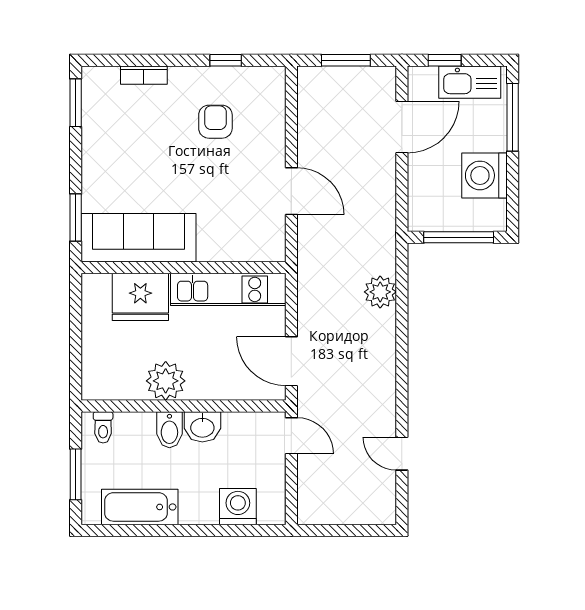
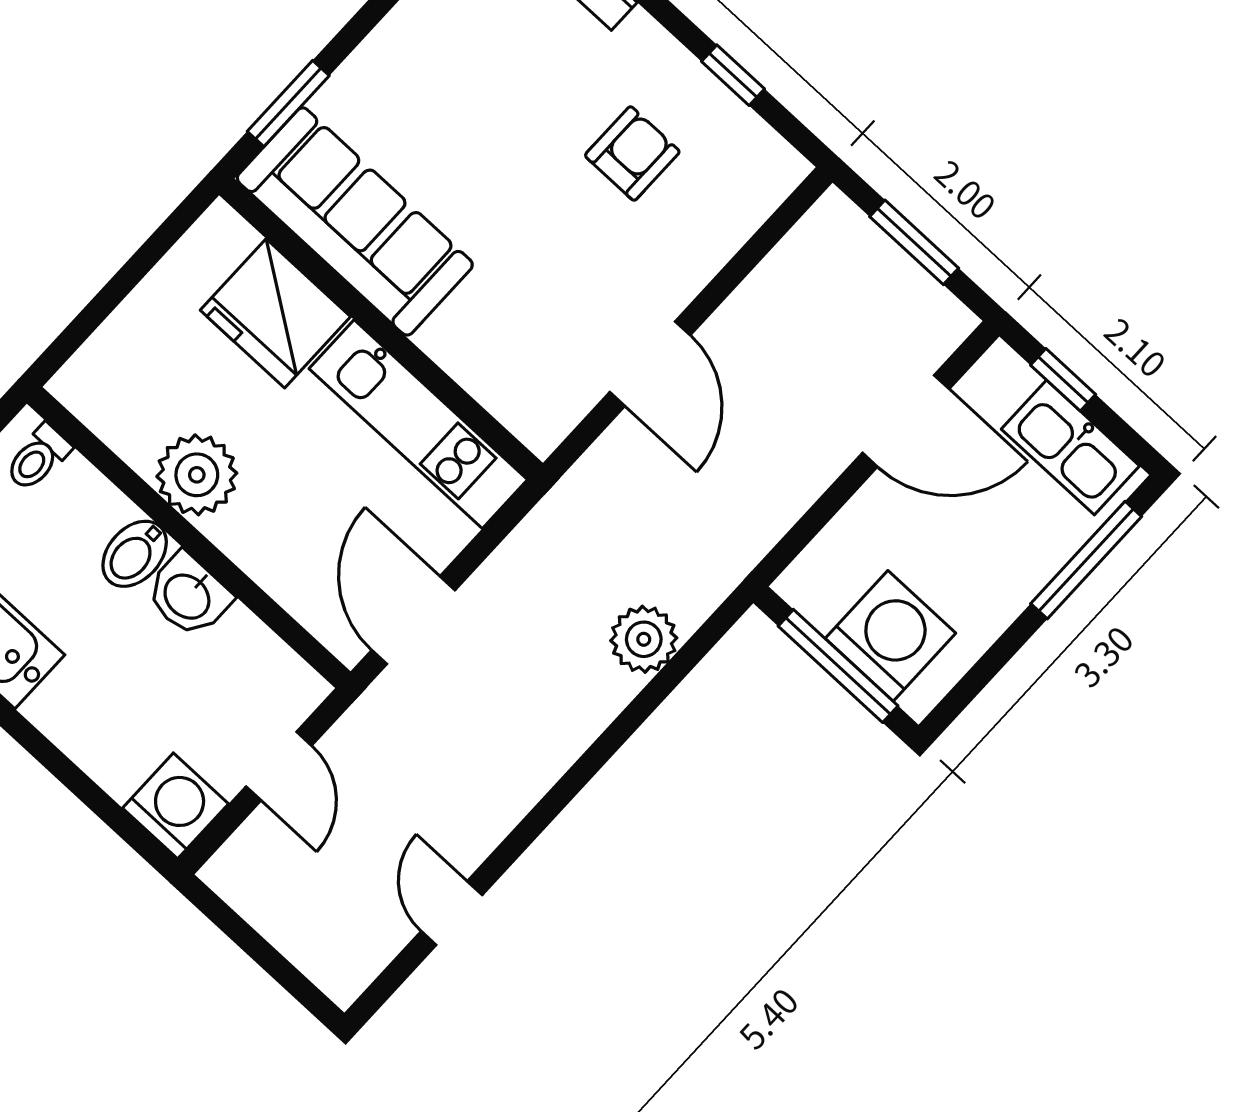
washing machine: (484, 175) -> (890, 636), moved, turned 90
door: (291, 436) -> (279, 766), moved
washing machine: (238, 507) -> (175, 806), moved

